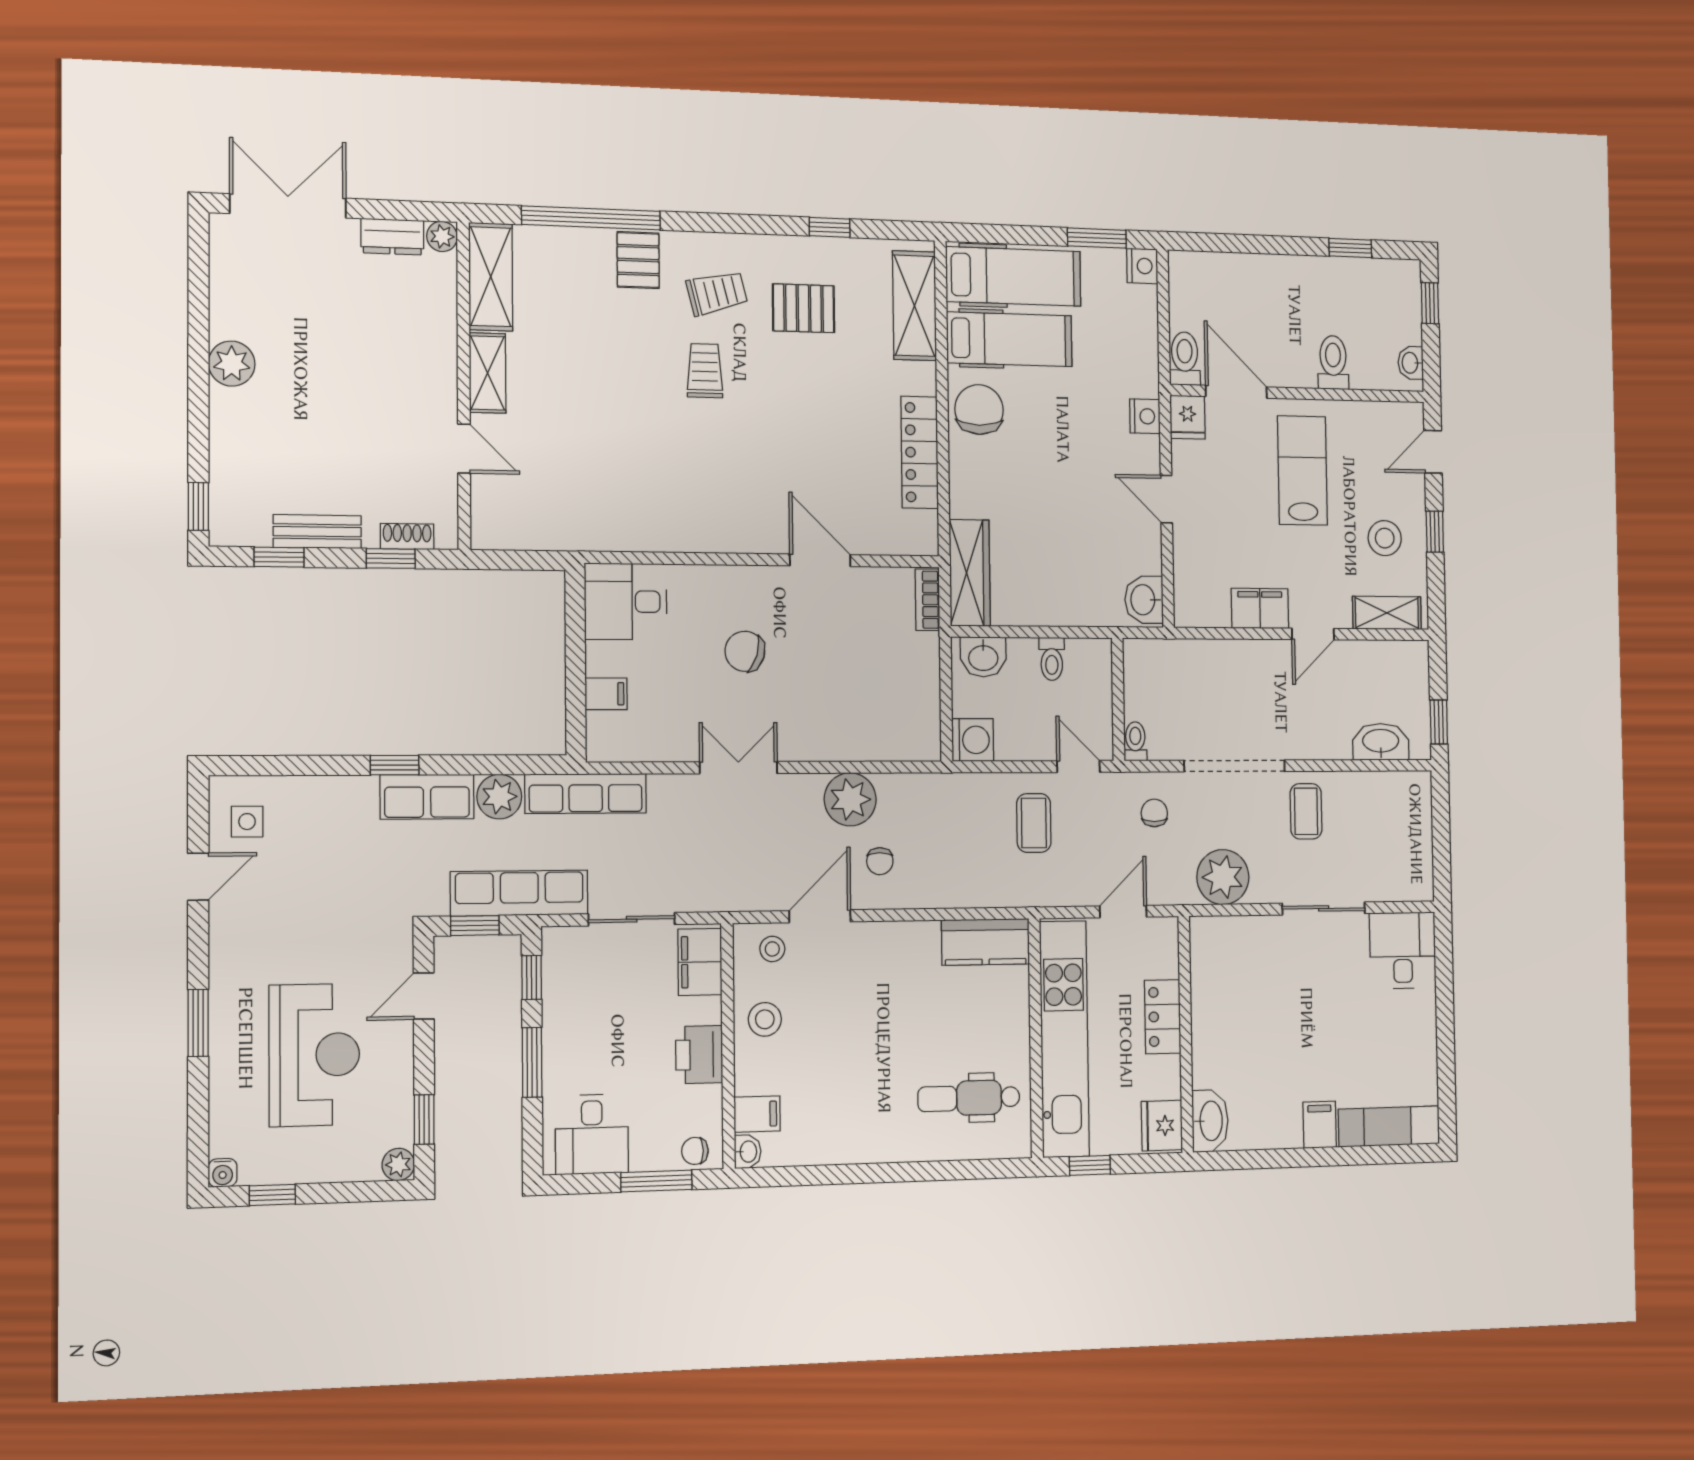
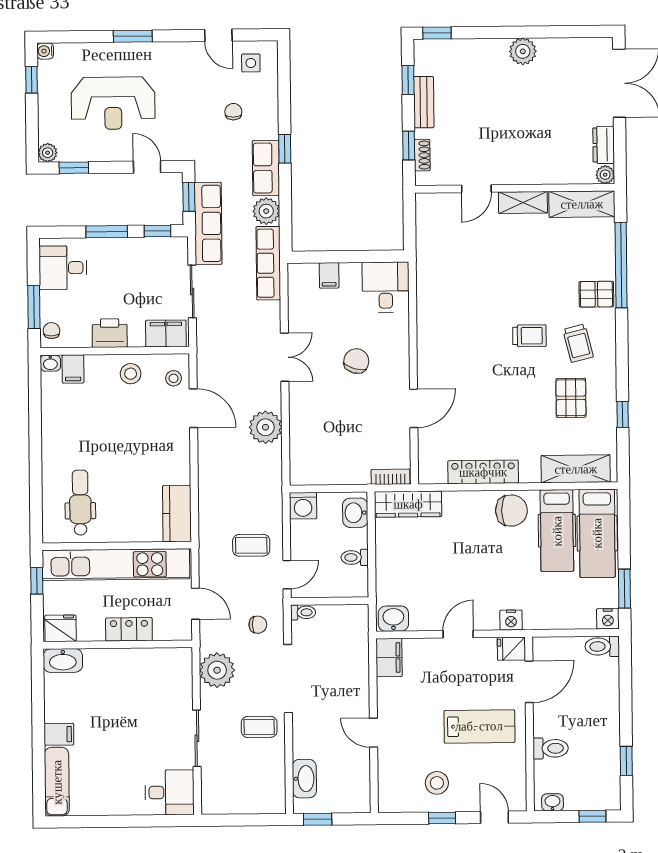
toilet: (1185, 359) -> (602, 646), moved, turned 180
filing cabinet: (1260, 608) -> (389, 658), moved
shelving: (1387, 613) -> (388, 784), removed
chair: (880, 861) -> (233, 112), moved, turned 90

